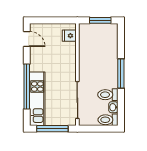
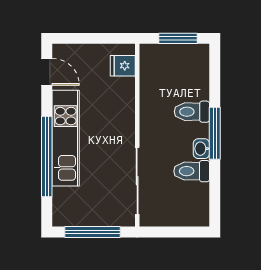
kitchen unit: (37, 99) -> (66, 138), moved
washbasin: (113, 107) -> (201, 149), moved
toilet: (108, 120) -> (192, 112), moved

